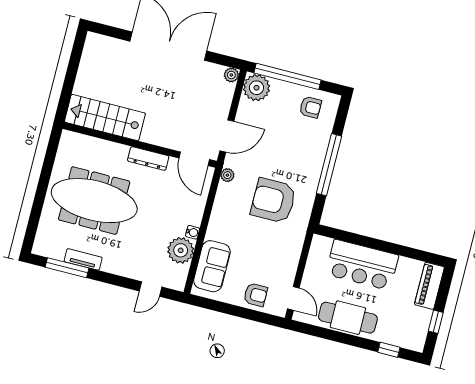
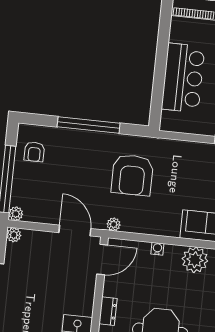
plant: (256, 88) -> (16, 214), width x0.53, depth x0.53
armchair: (310, 107) -> (34, 152), turned 180
dresser: (148, 159) -> (108, 311), width x0.70
water cooler: (193, 232) -> (157, 249), moved

